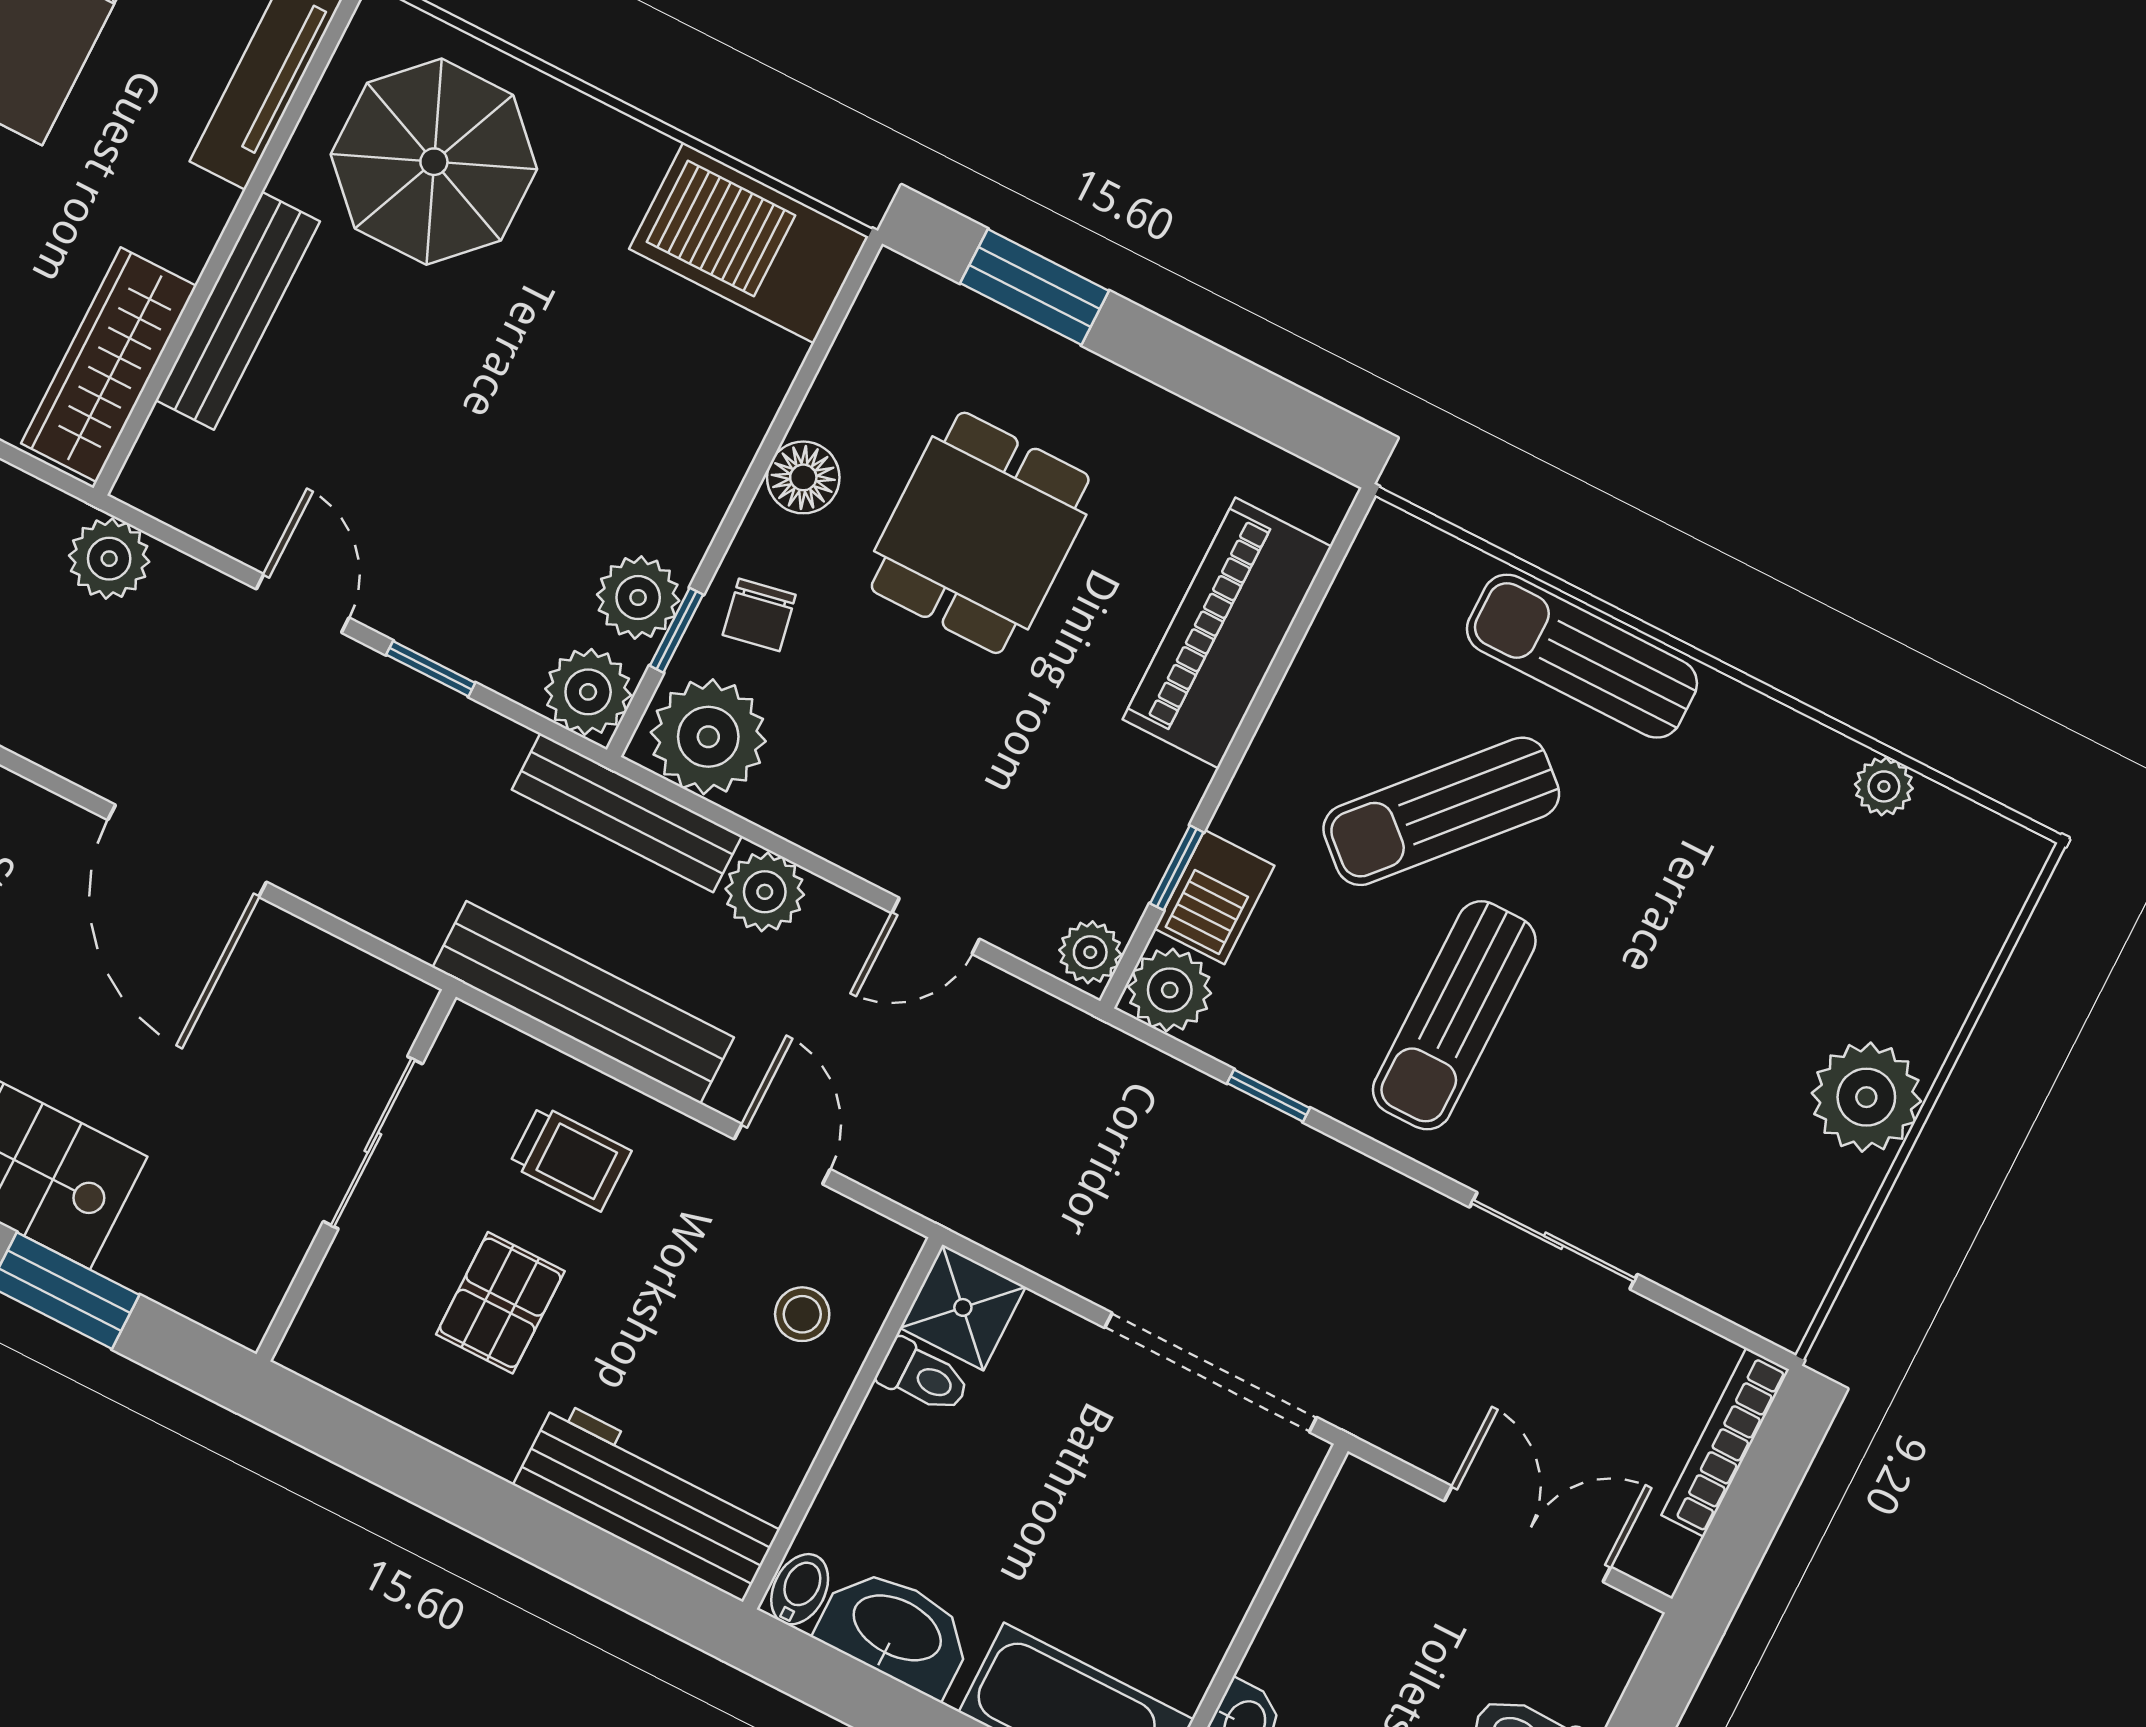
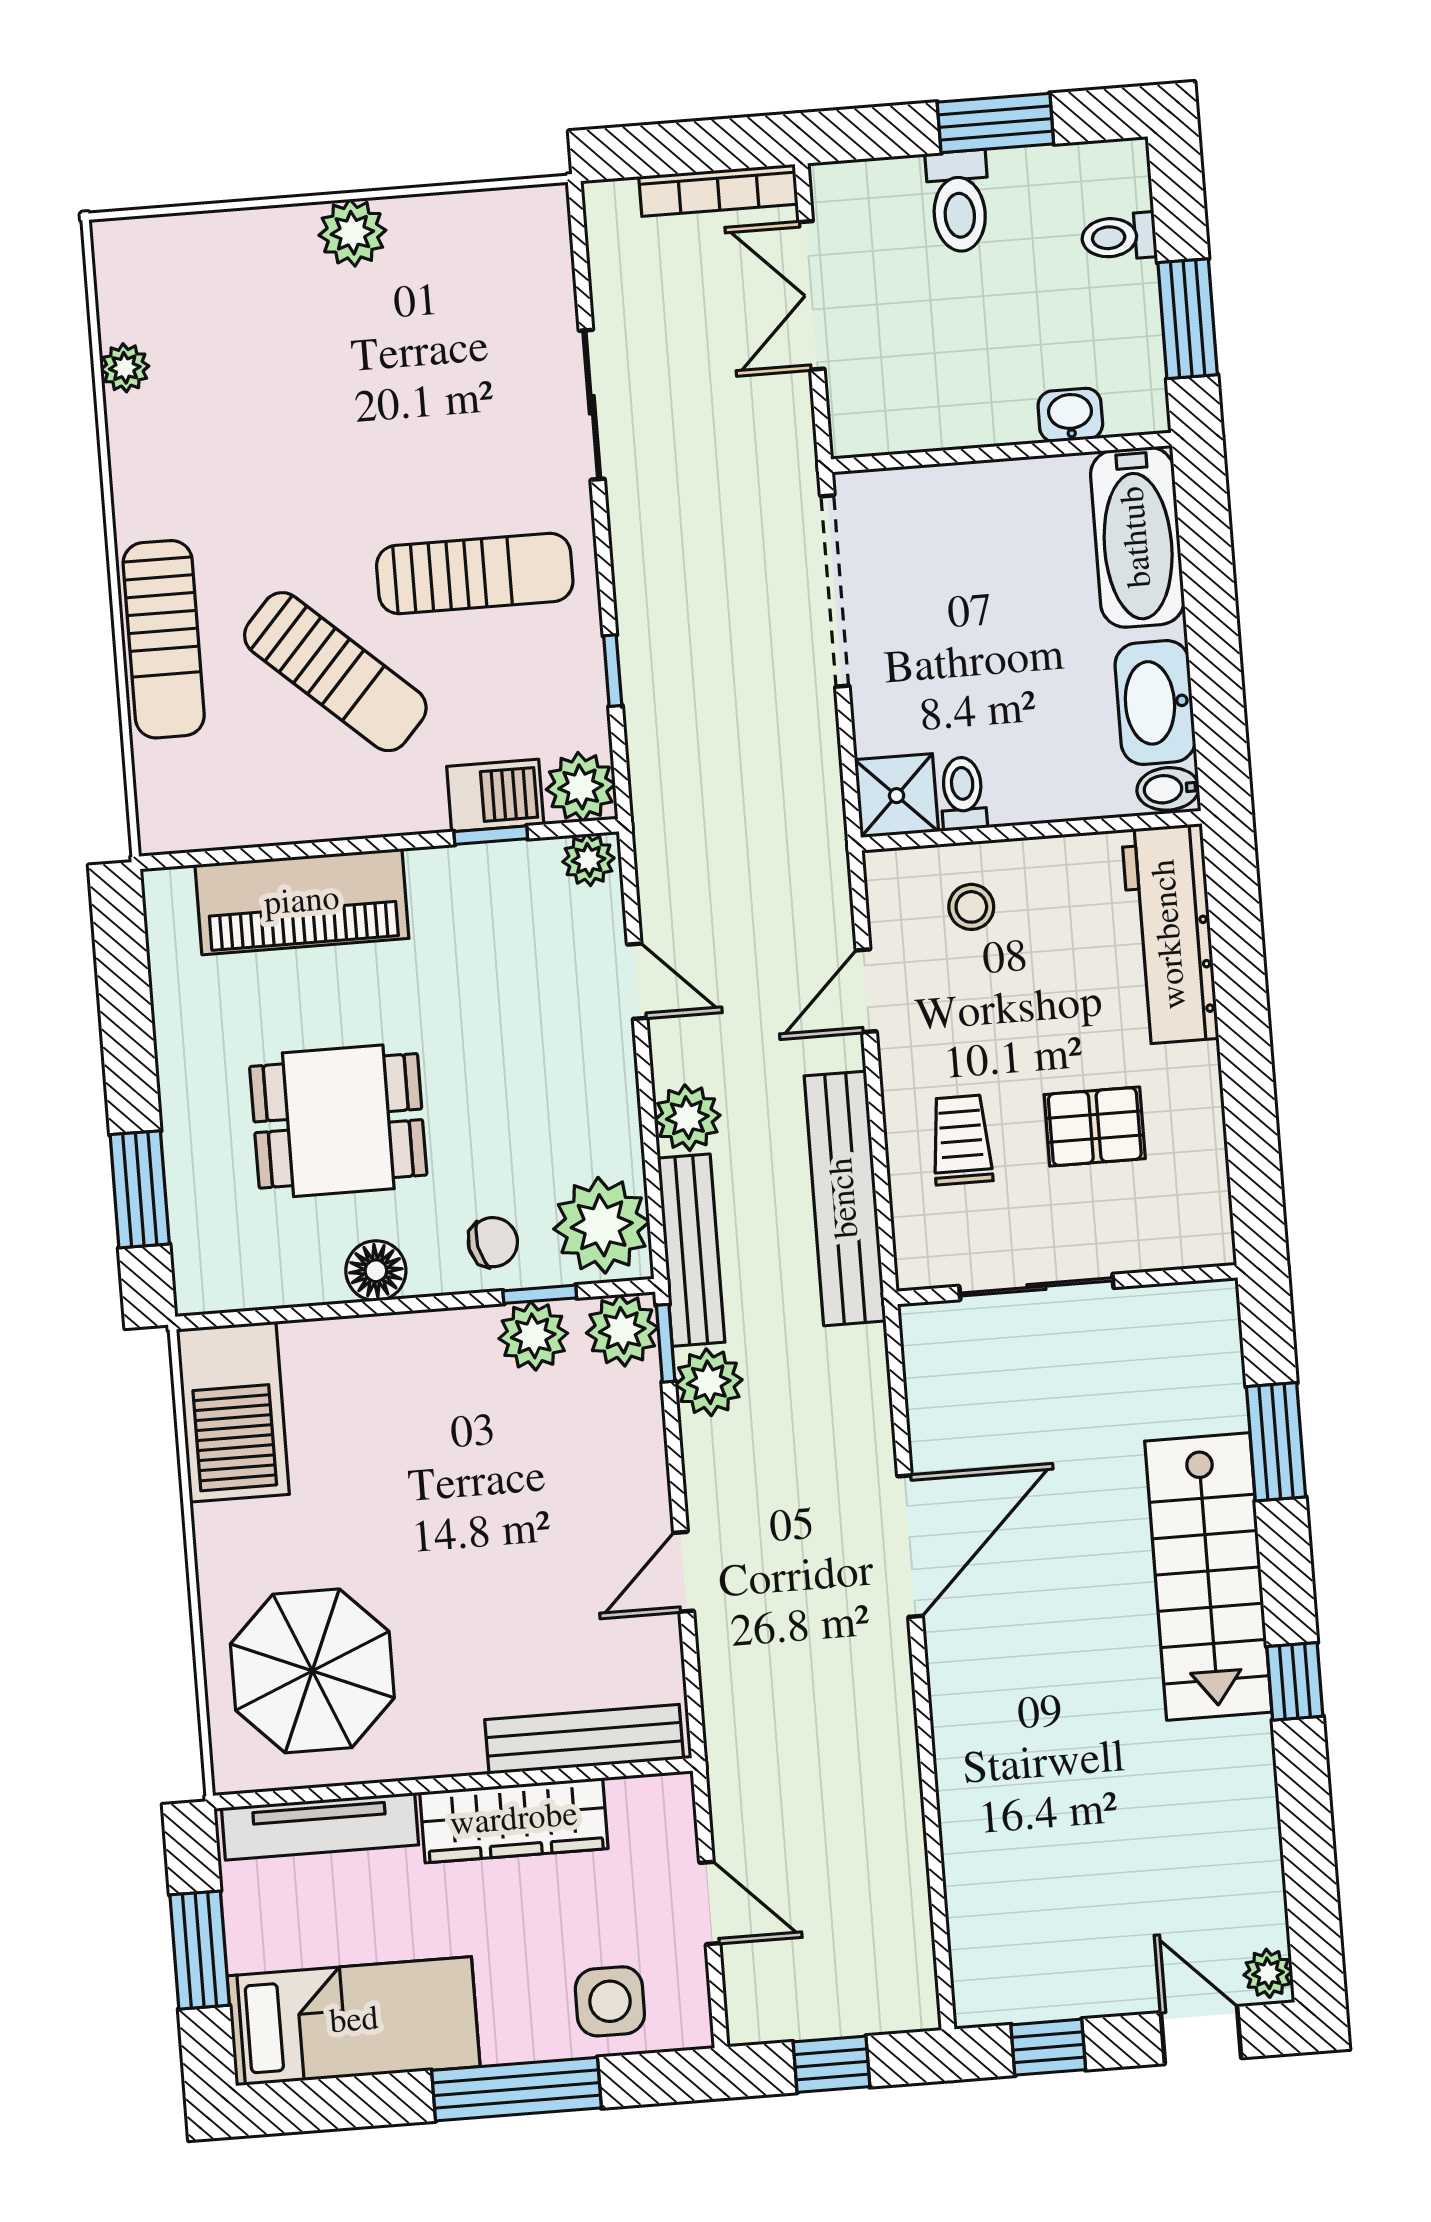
bench: (238, 311) -> (584, 1739), moved
wardrobe: (109, 365) -> (514, 1820), moved
plant: (109, 559) -> (709, 1382), moved
window: (431, 669) -> (666, 1343), moved
plant: (1866, 1097) -> (352, 233), width x0.73, depth x0.73
bookcase: (1725, 1442) -> (718, 190), moved

